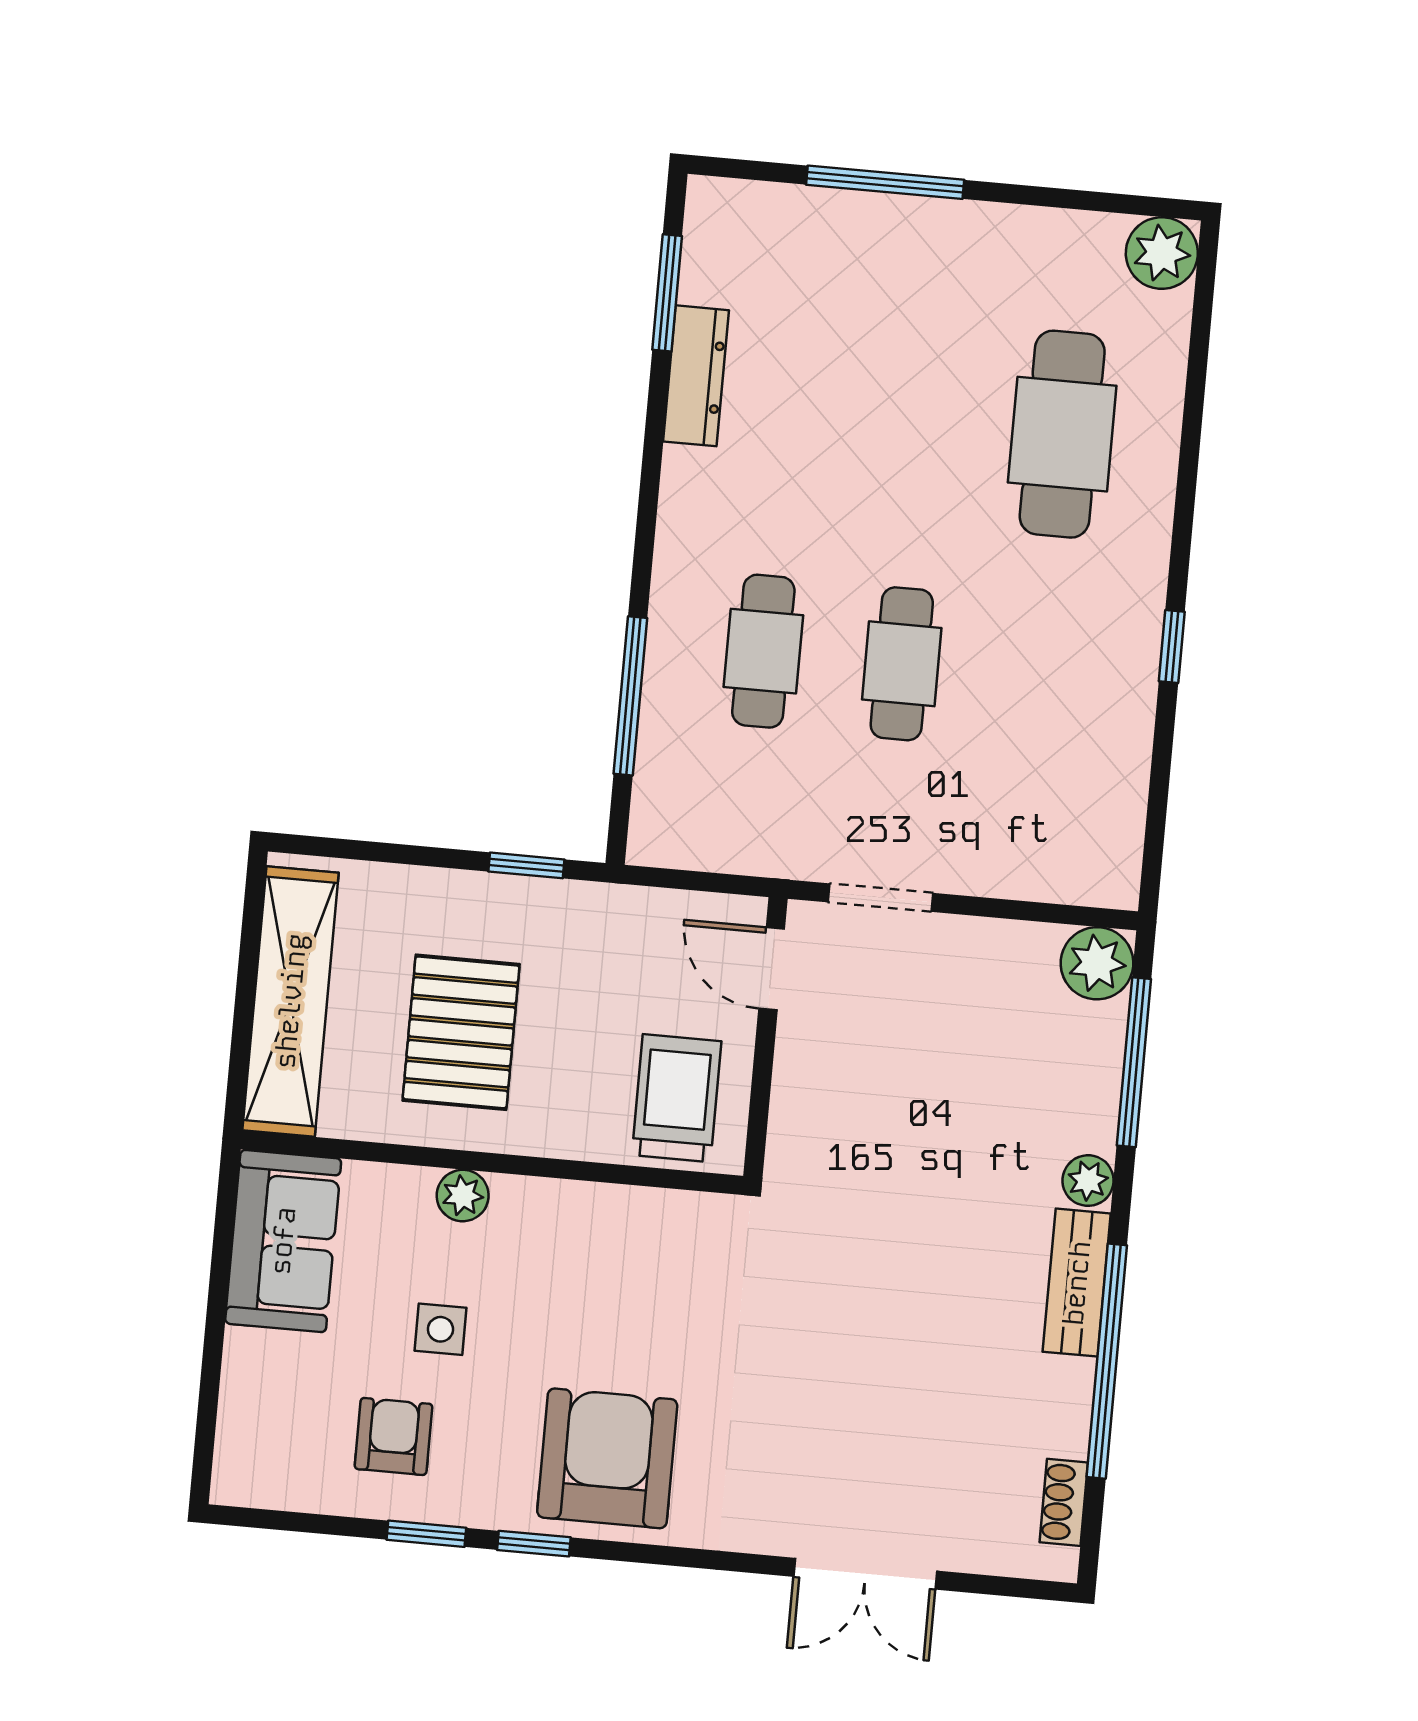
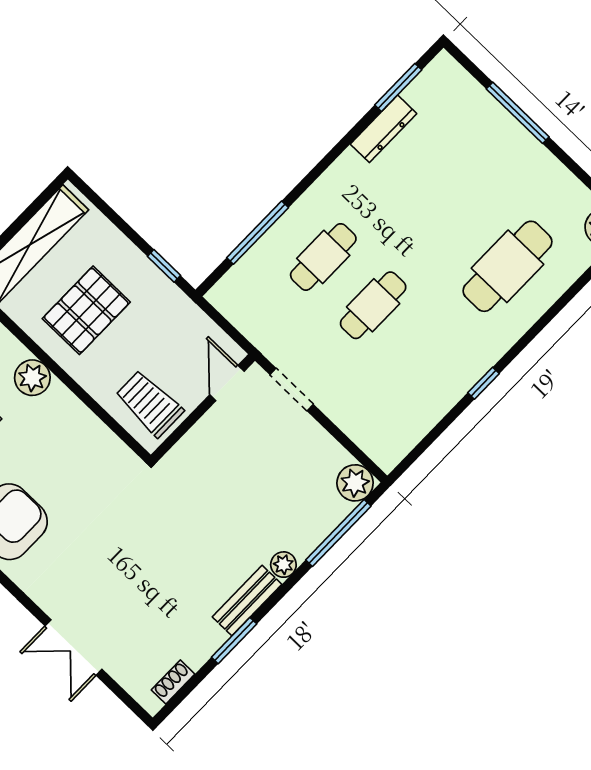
trolley: (677, 1098) -> (149, 403), turned -90
plant: (463, 1196) -> (32, 378), width x1.38, depth x1.38
window: (1107, 1361) -> (234, 641), width x0.47

